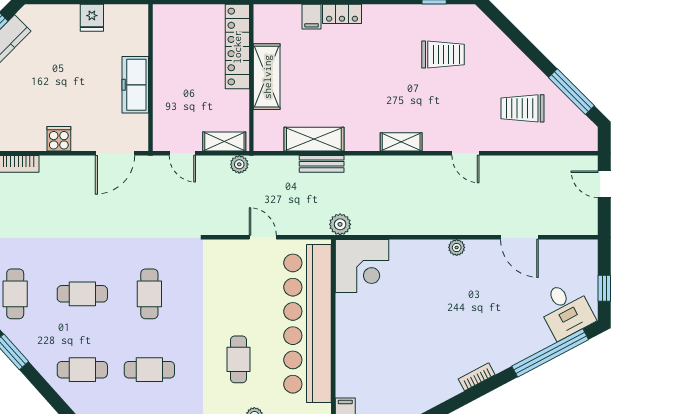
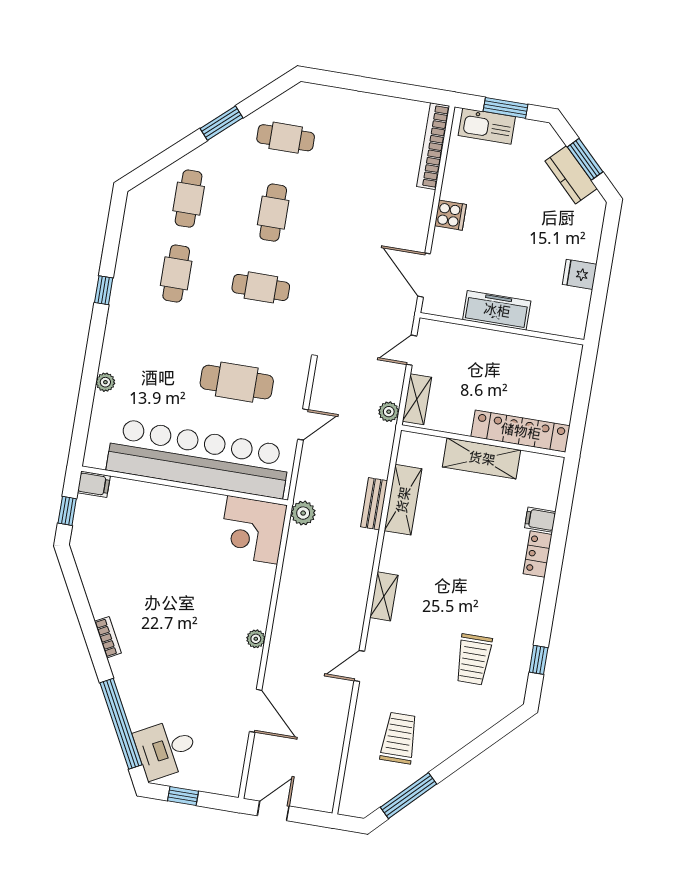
door: (604, 184) -> (273, 811), moved
door: (519, 237) -> (256, 711), swing flipped
cafe table: (239, 359) -> (237, 382), moved, width x1.37, depth x1.35

